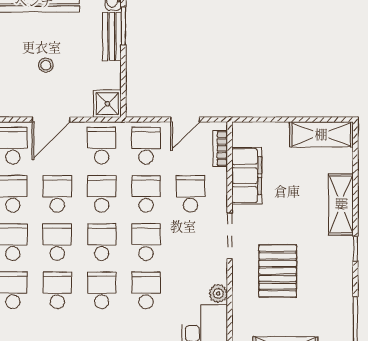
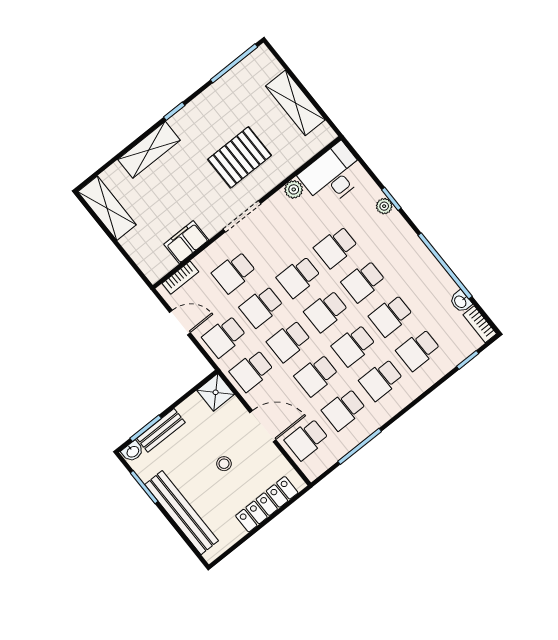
filing cabinet: (247, 176) -> (186, 242), width x0.67, depth x0.86

